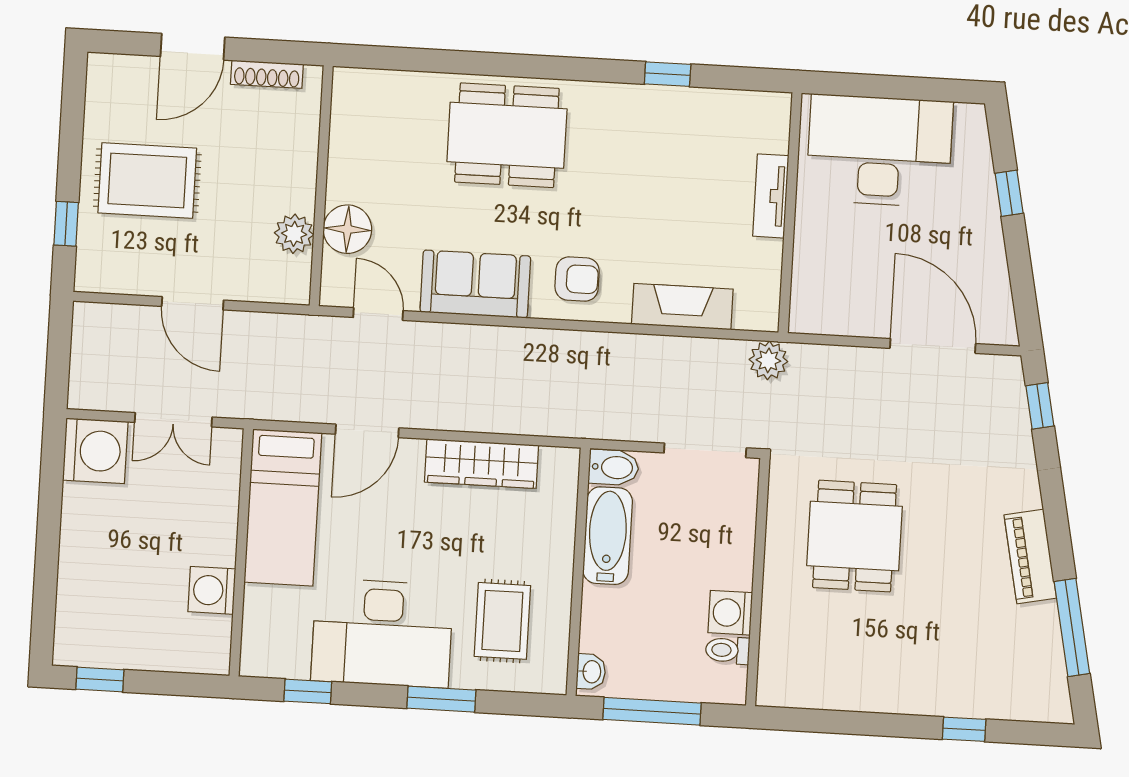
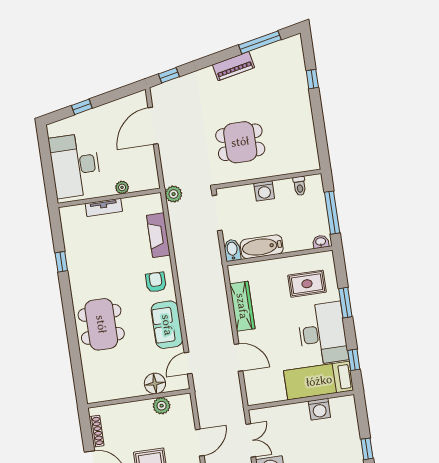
plant: (808, 247) -> (122, 187), added
bed: (283, 507) -> (319, 381), moved, turned 180
washing machine: (730, 613) -> (264, 191), moved

